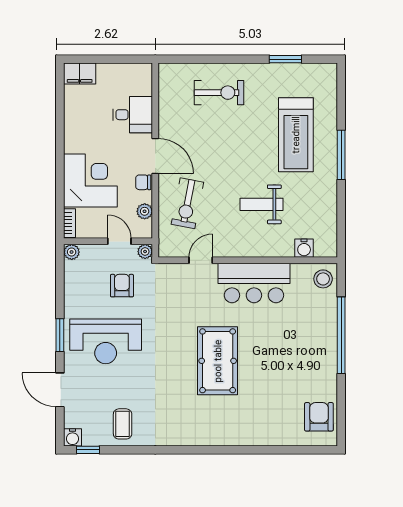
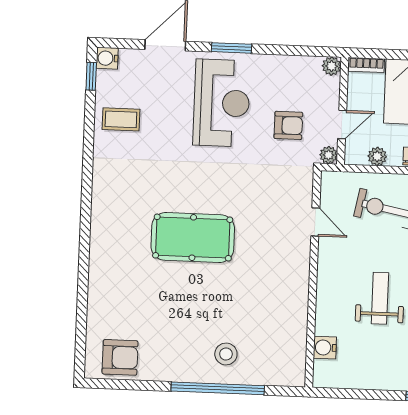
stool: (323, 279) -> (226, 354), moved
bar counter: (254, 283) -> (285, 285), removed
reception desk: (106, 341) -> (222, 103), turned 180

